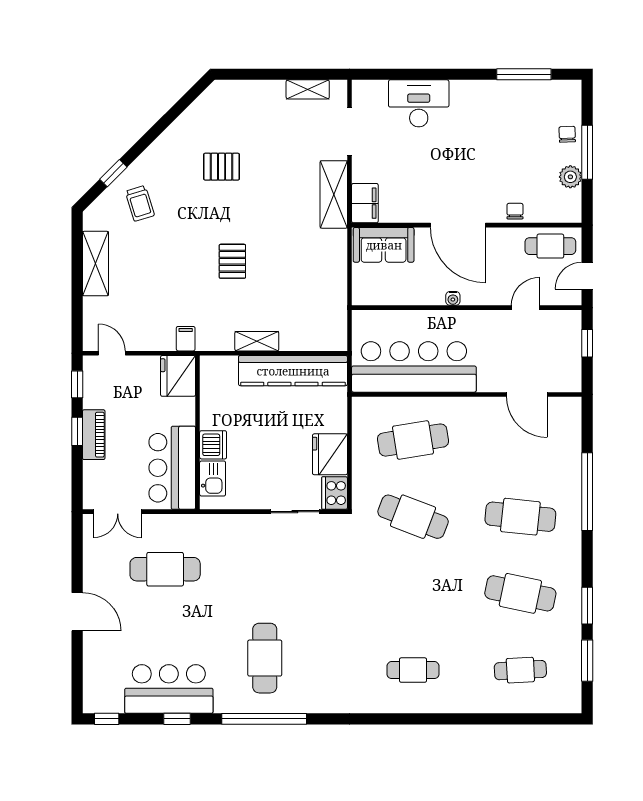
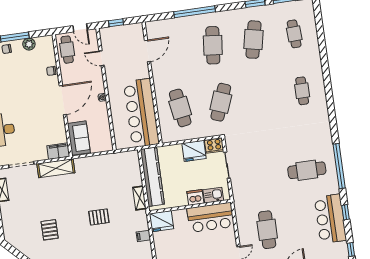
fridge: (178, 376) -> (161, 221), moved
wall: (198, 432) -> (190, 207), moved
dishwasher: (213, 445) -> (195, 197), moved
bar counter: (172, 468) -> (211, 217), moved
kitchen sink: (213, 478) -> (213, 195), moved

